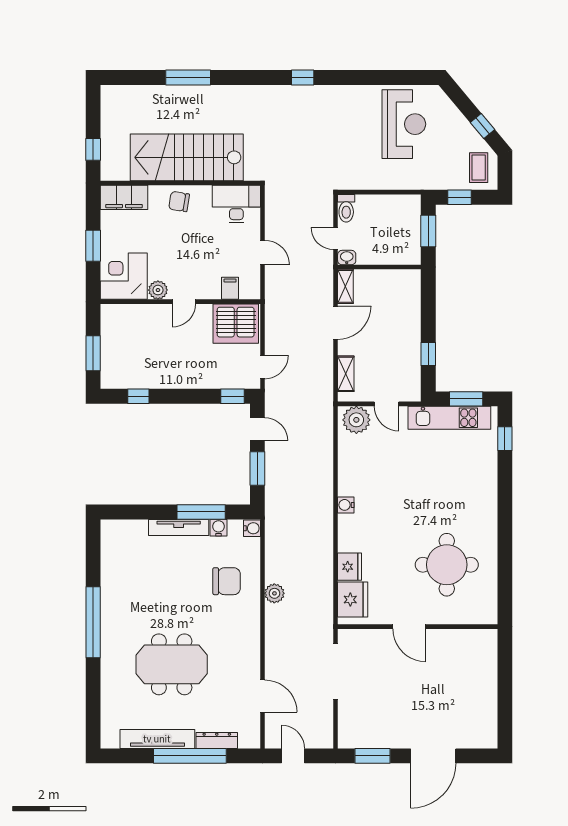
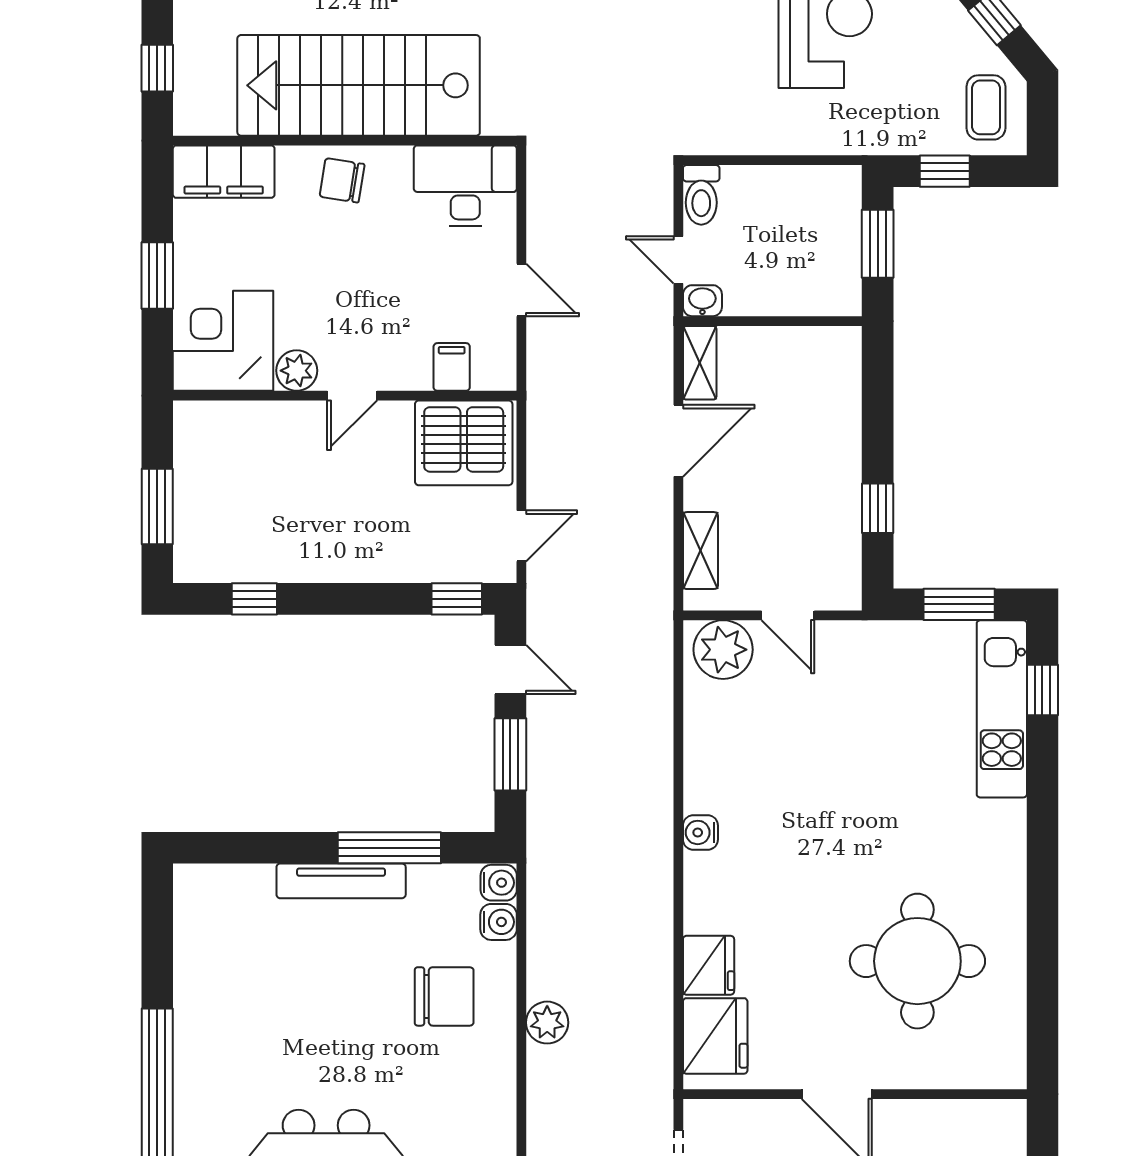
kitchen unit: (449, 418) -> (1002, 709), moved, turned 90
water cooler: (218, 528) -> (499, 922), moved, turned 90

